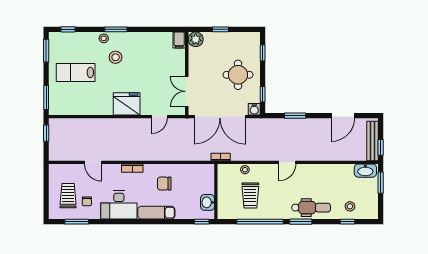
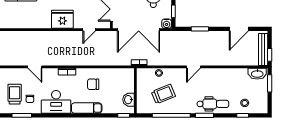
trolley: (250, 195) -> (163, 94), turned -112

